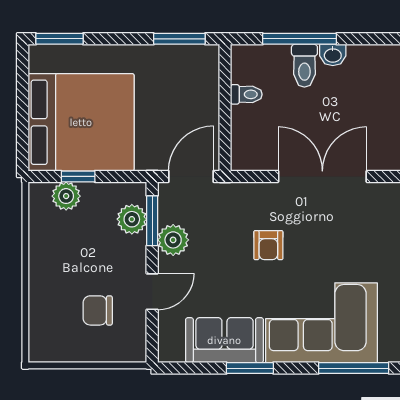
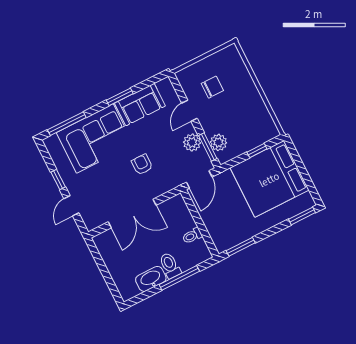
washbasin: (333, 55) -> (151, 279), width x1.91, depth x1.45
plant: (66, 196) -> (258, 137), removed

